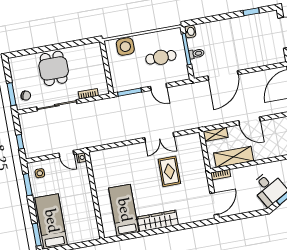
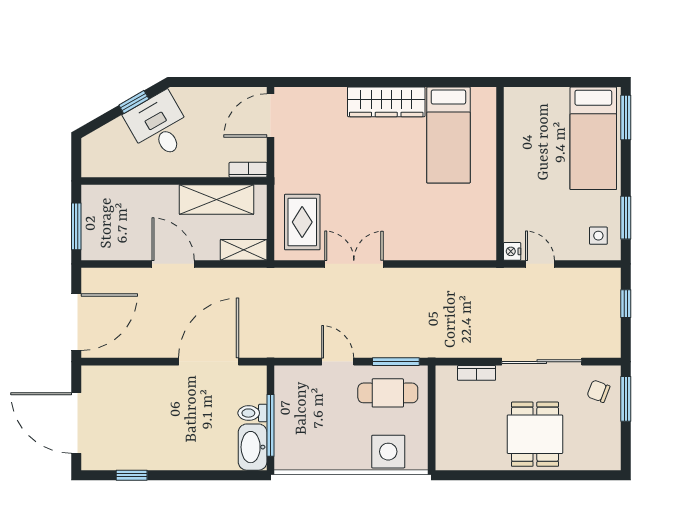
washbasin: (190, 31) -> (253, 447), width x1.91, depth x1.45
cafe table: (161, 57) -> (388, 393), moved
rug: (169, 171) -> (302, 222), moved

